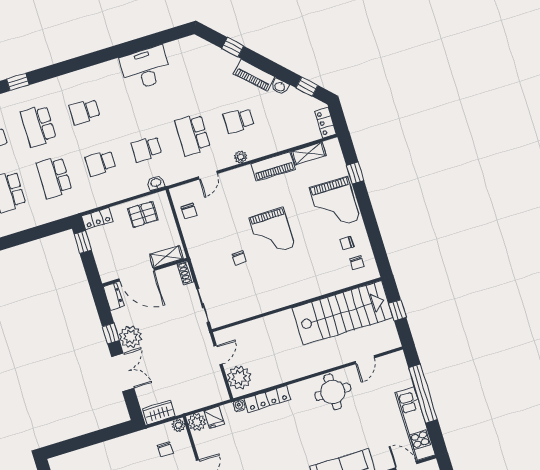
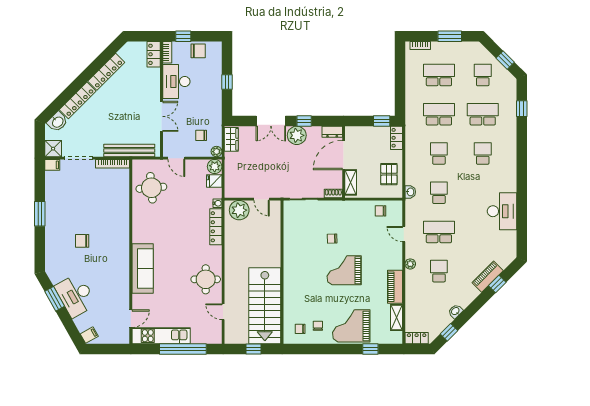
piano: (254, 75) -> (488, 277), moved
window: (93, 438) -> (227, 82), added

